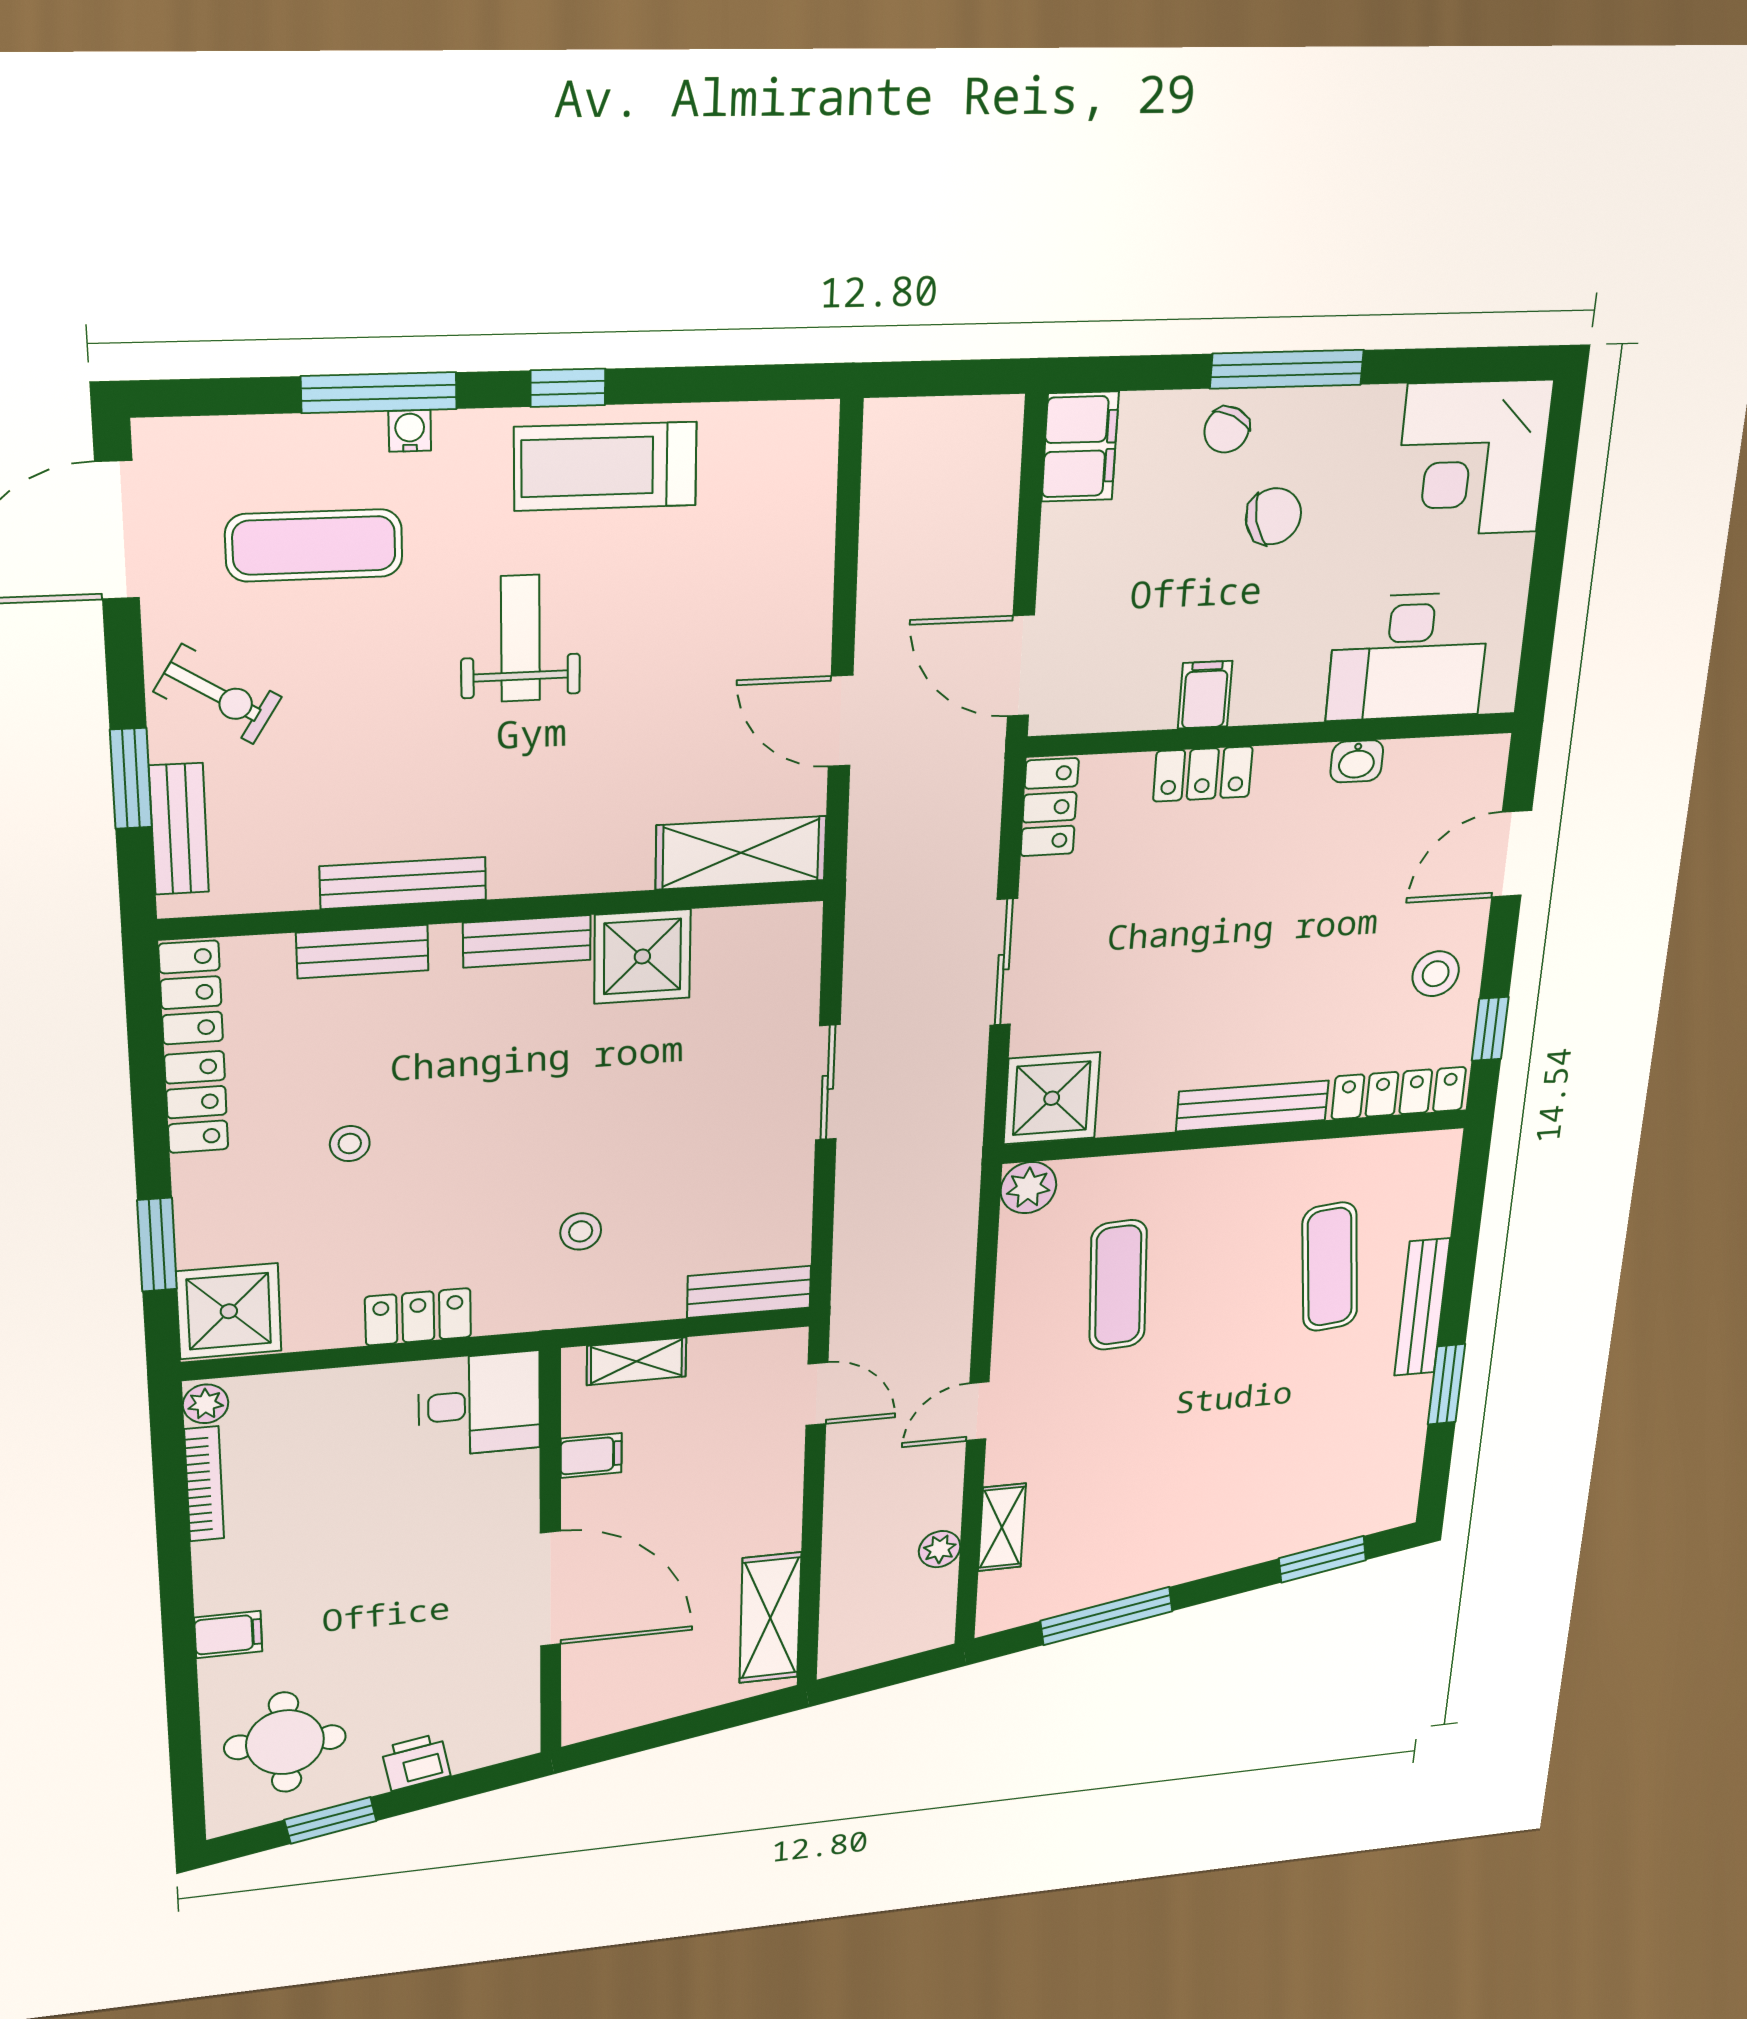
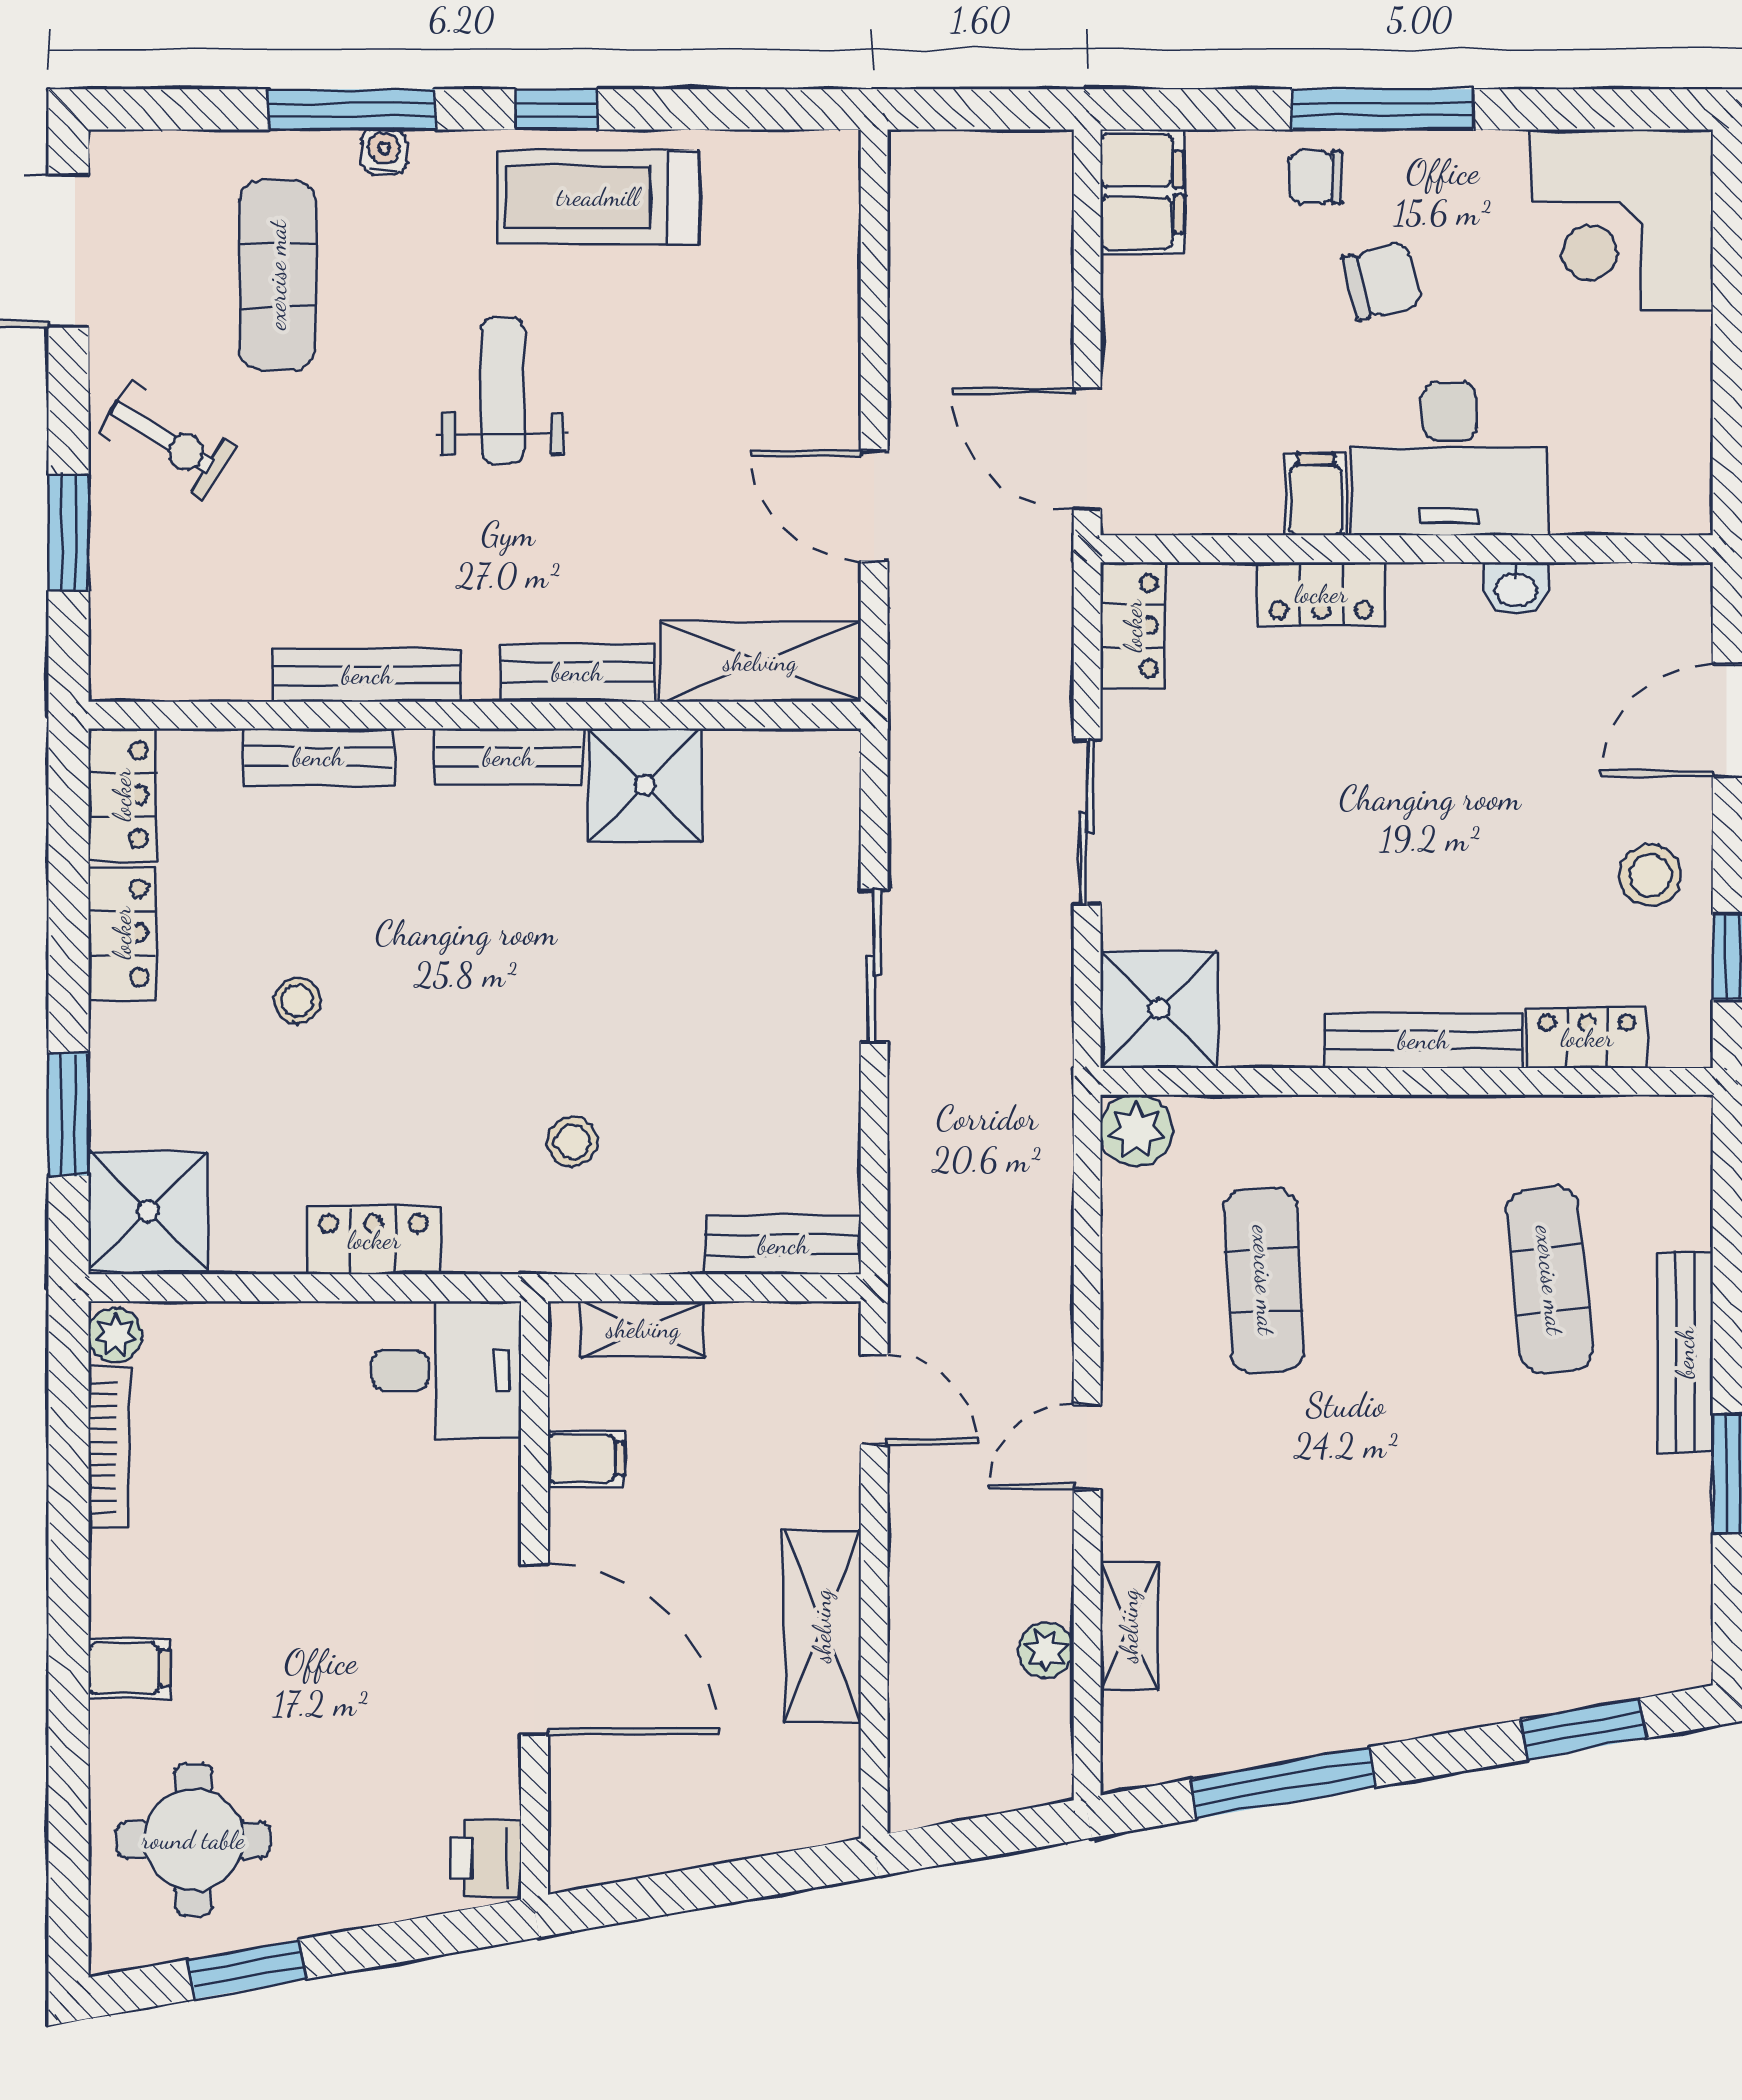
chair: (1227, 430) -> (1316, 177), turned 63
exercise mat: (314, 545) -> (277, 275), turned 90
desk: (1408, 657) -> (1449, 459), moved
bench: (179, 829) -> (577, 672), moved, turned 90
locker: (1399, 1093) -> (1587, 1038), width x0.66
shelving: (770, 1618) -> (822, 1626), moved
printer: (416, 1762) -> (486, 1859), moved, turned -80

